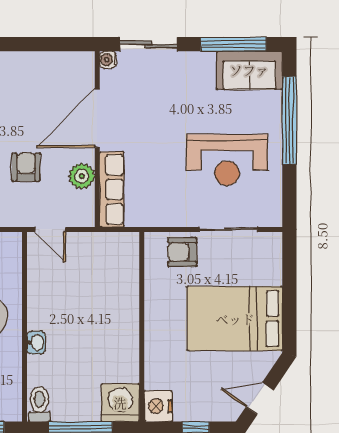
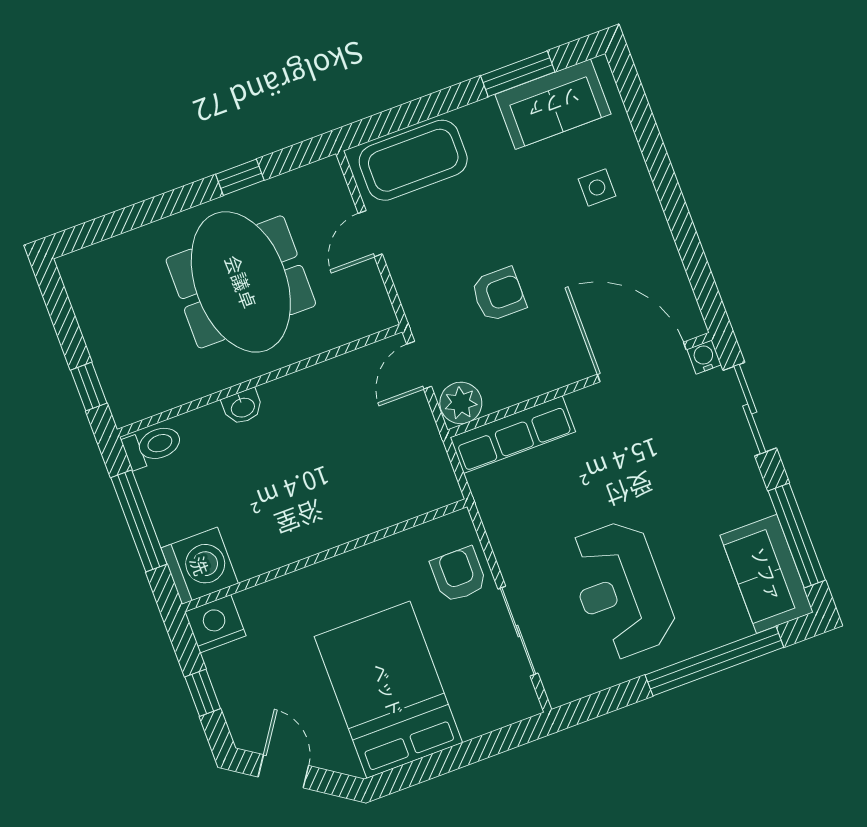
door: (97, 118) -> (642, 362), moved
plant: (82, 176) -> (461, 403), moved

